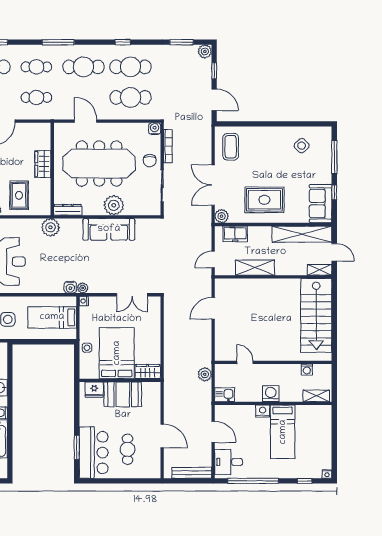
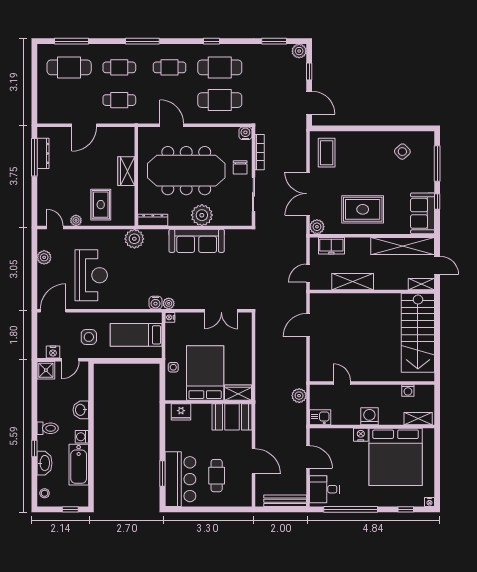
cafe table: (83, 67) -> (170, 67), width x0.73, depth x0.74
booth: (123, 394) -> (232, 417), moved
bed: (283, 432) -> (396, 457), width x2.04

